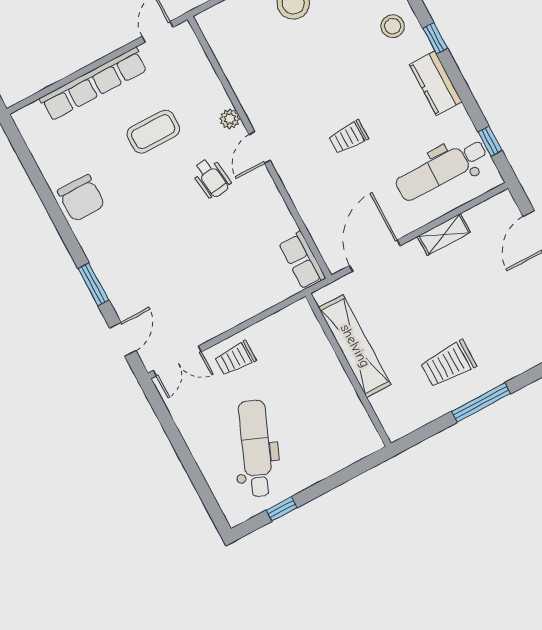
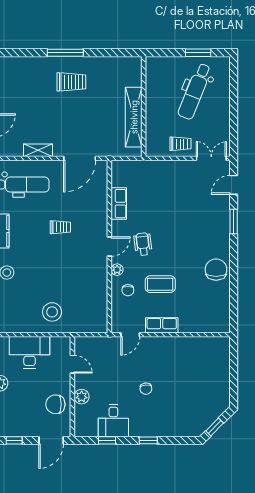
row of seats: (94, 84) -> (162, 325), width x0.50
chair: (197, 97) -> (128, 290), added
row of seats: (302, 261) -> (119, 204), moved
shelving: (355, 346) -> (134, 117), moved
wall: (348, 370) -> (144, 107), moved
window: (282, 509) -> (198, 53), width x1.50

